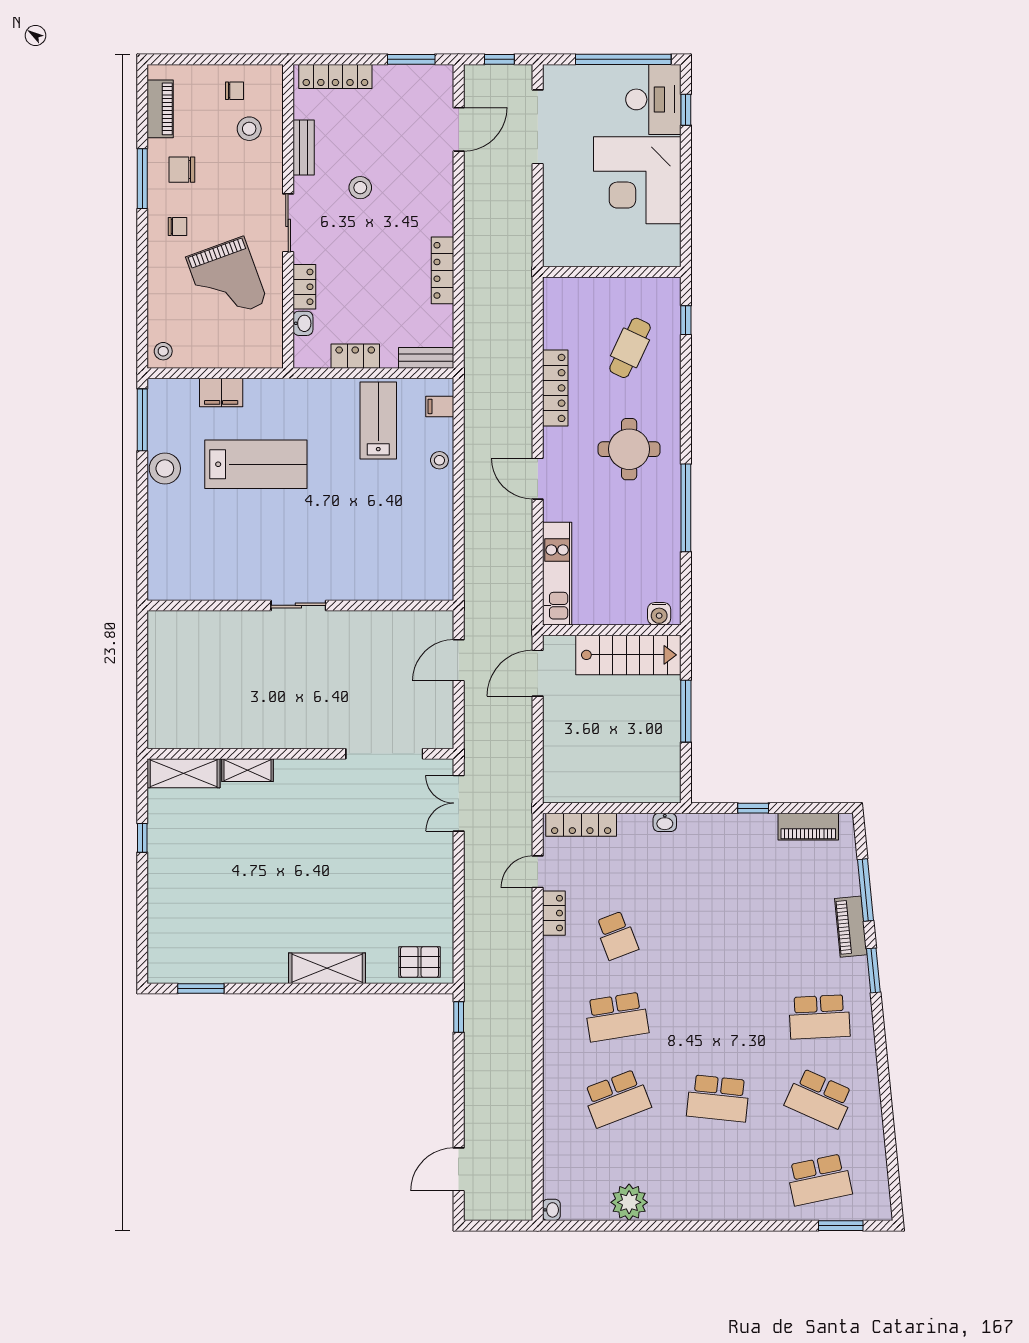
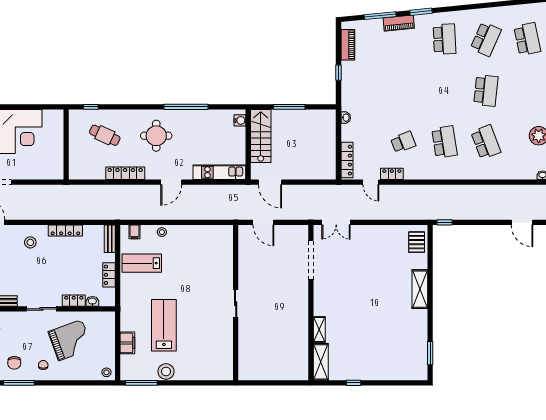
stool: (360, 188) -> (30, 242), moved

